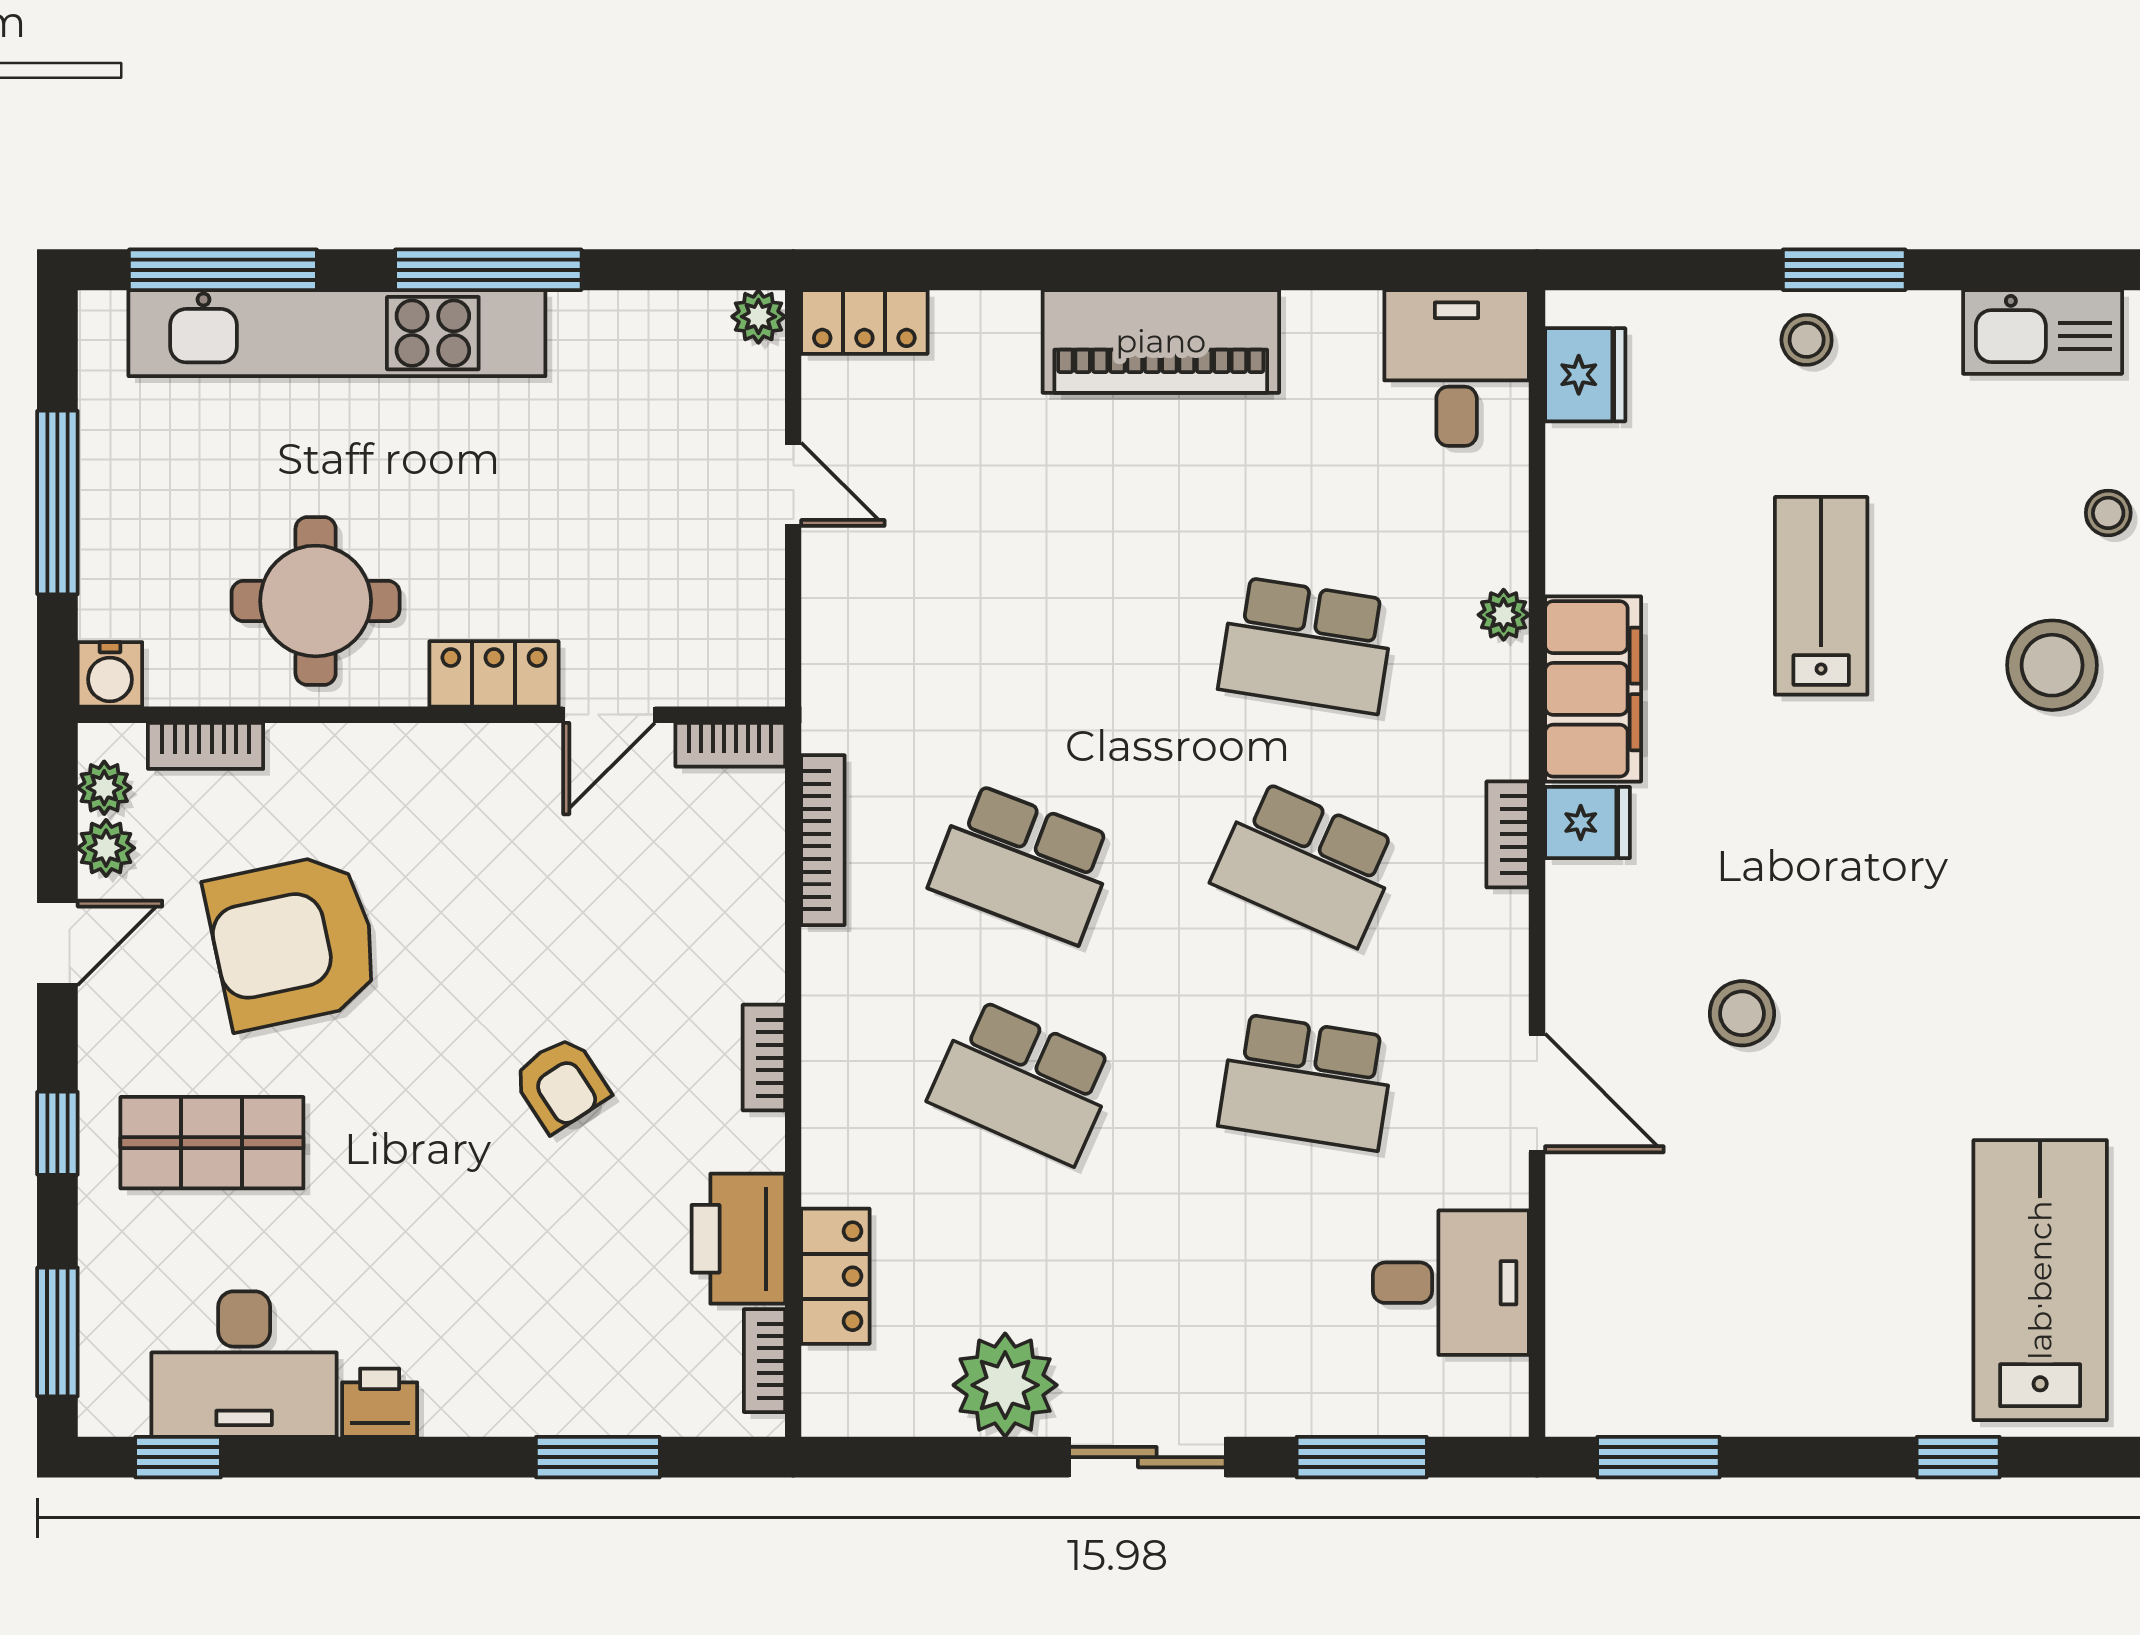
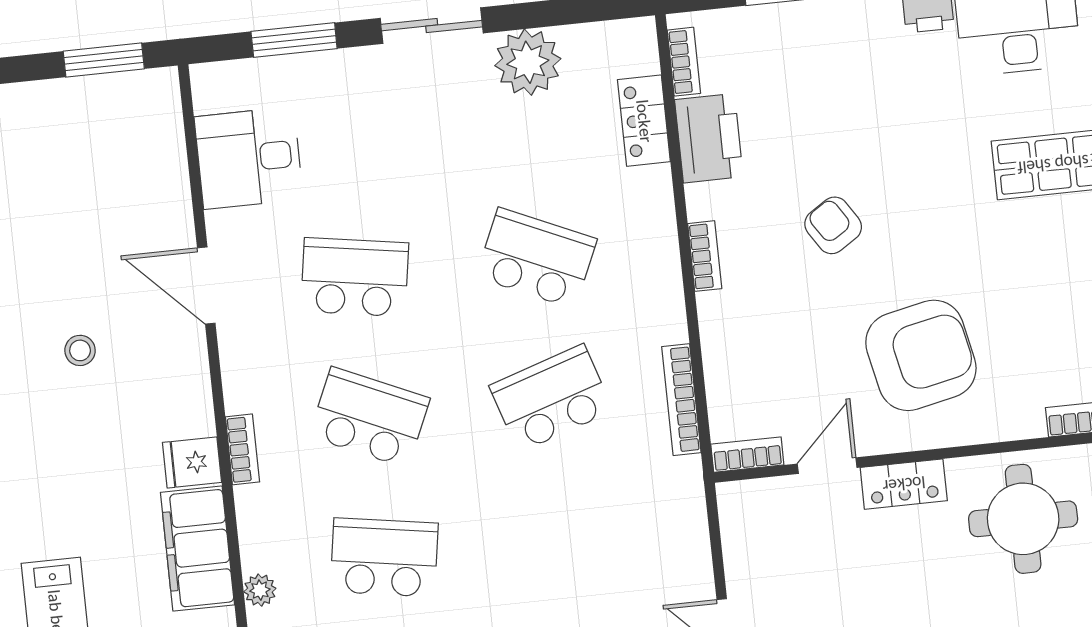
school desk: (1023, 863) -> (551, 398), turned -39
armchair: (293, 941) -> (921, 355), moved
stool: (1742, 1013) -> (80, 350), width x0.73, depth x0.73

